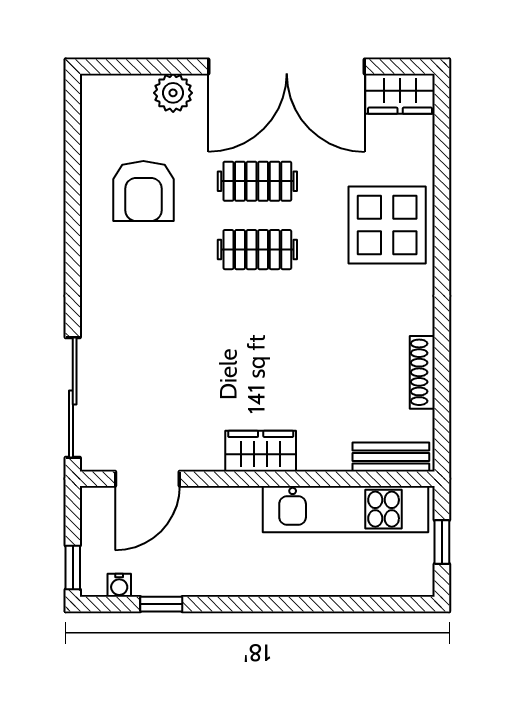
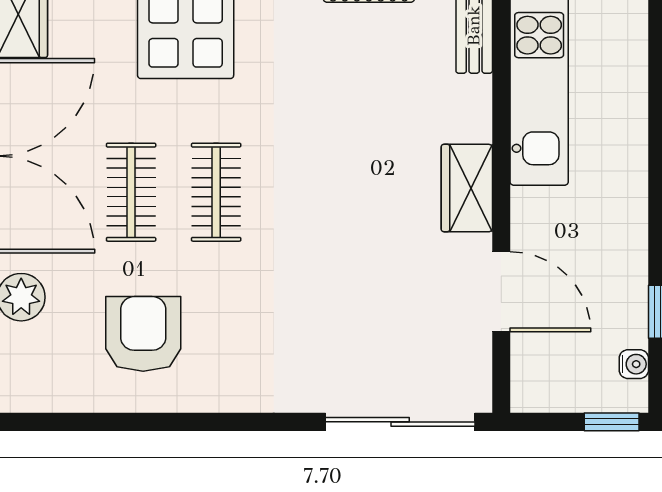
armchair: (143, 191) -> (143, 334), turned -90
door: (147, 479) -> (501, 292), moved

